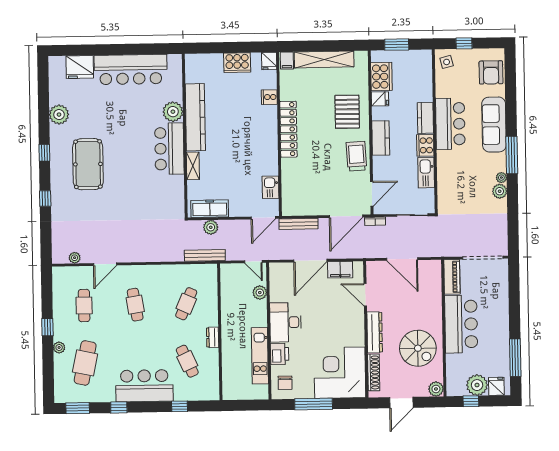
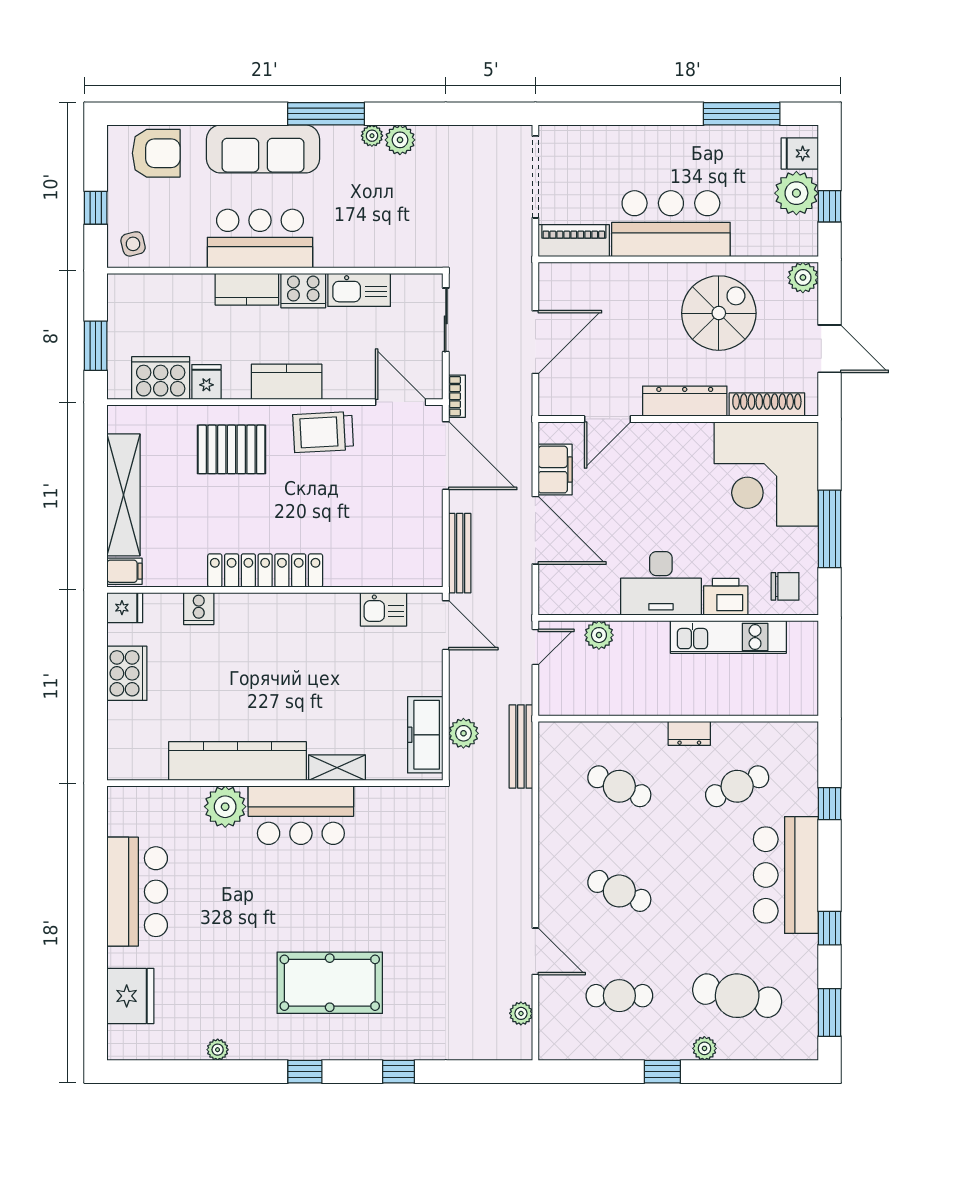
bar counter: (131, 69) -> (137, 892), width x0.73
plant: (59, 115) -> (218, 1050), width x0.53, depth x0.53
cafe table: (135, 305) -> (619, 891), turned 33

